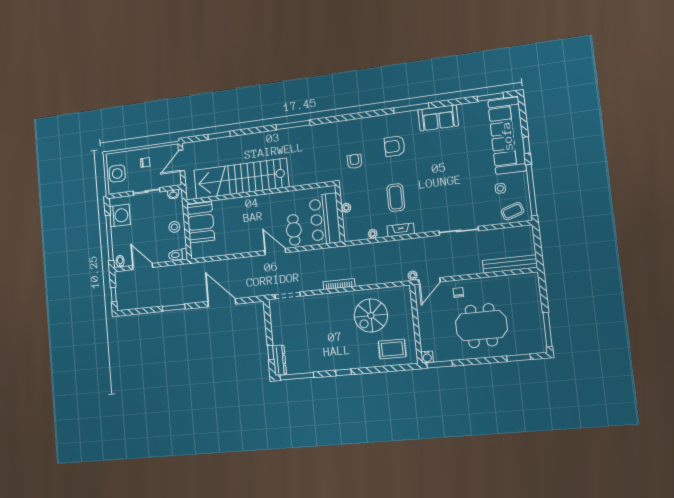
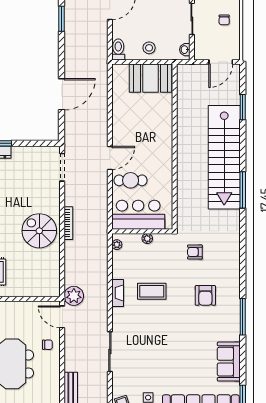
sofa: (438, 118) -> (229, 362), moved
armchair: (395, 146) -> (205, 295), turned 180
door: (181, 161) -> (221, 62), swing flipped
armchair: (355, 161) -> (195, 252), turned 180
stairs: (241, 179) -> (224, 157), moved, turned 180
plant: (373, 234) -> (117, 245), moved
plant: (413, 276) -> (74, 296), width x1.88, depth x1.88
window: (174, 308) -> (61, 19), moved
spiral stairs: (371, 316) -> (39, 231), moved

